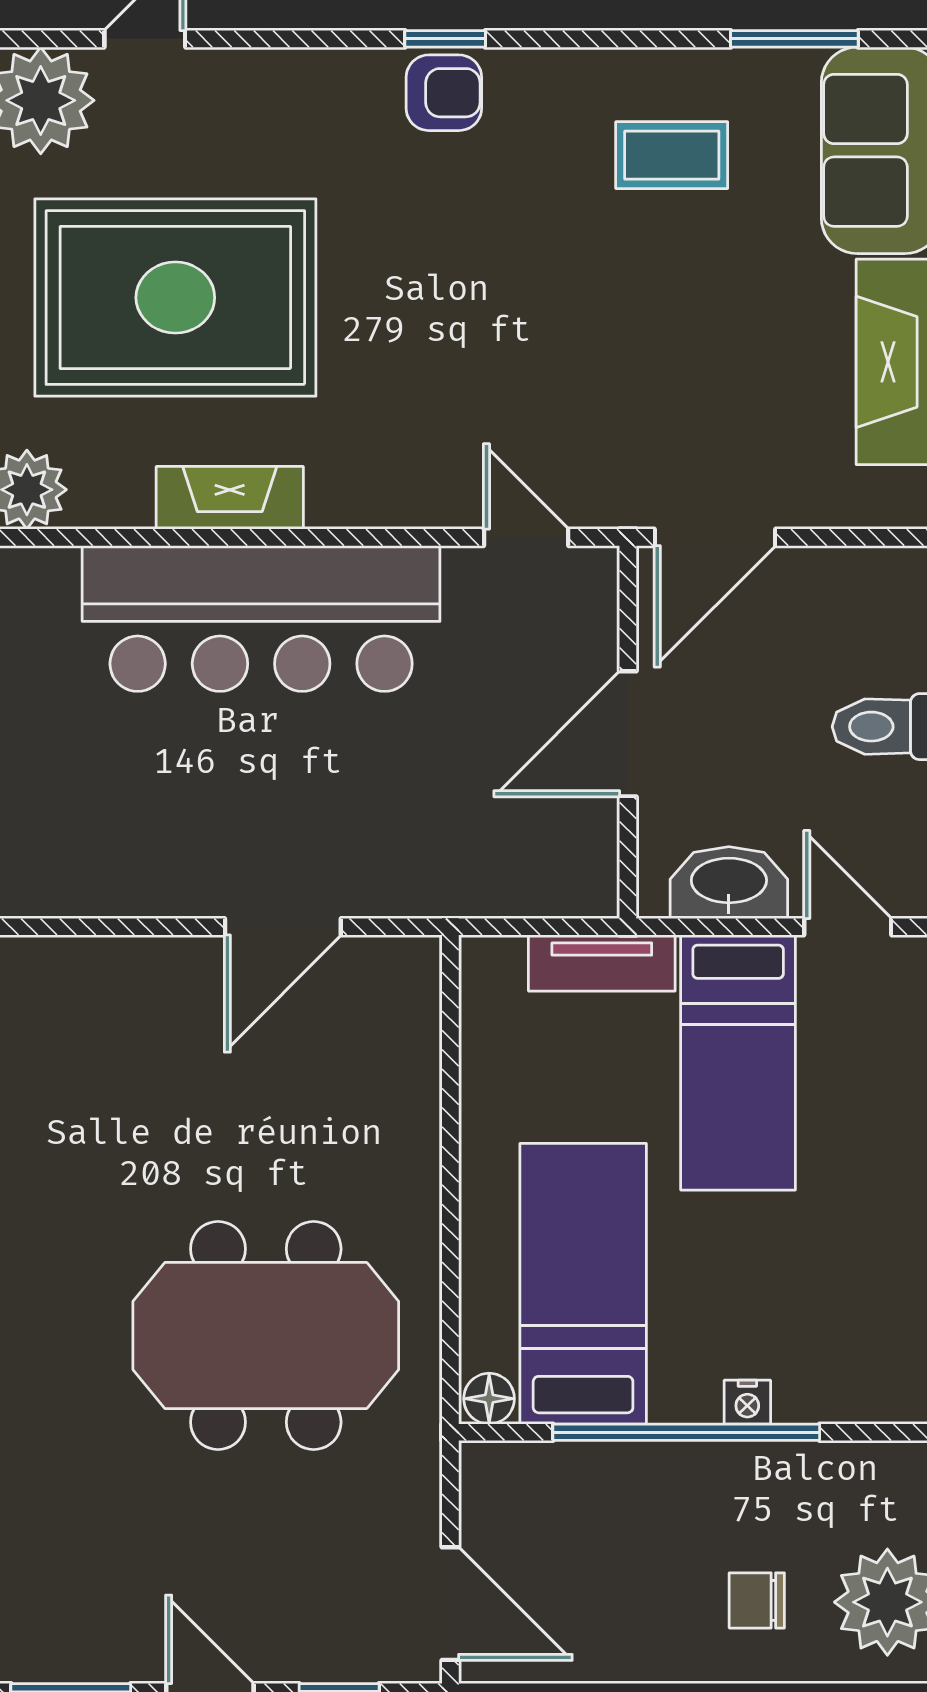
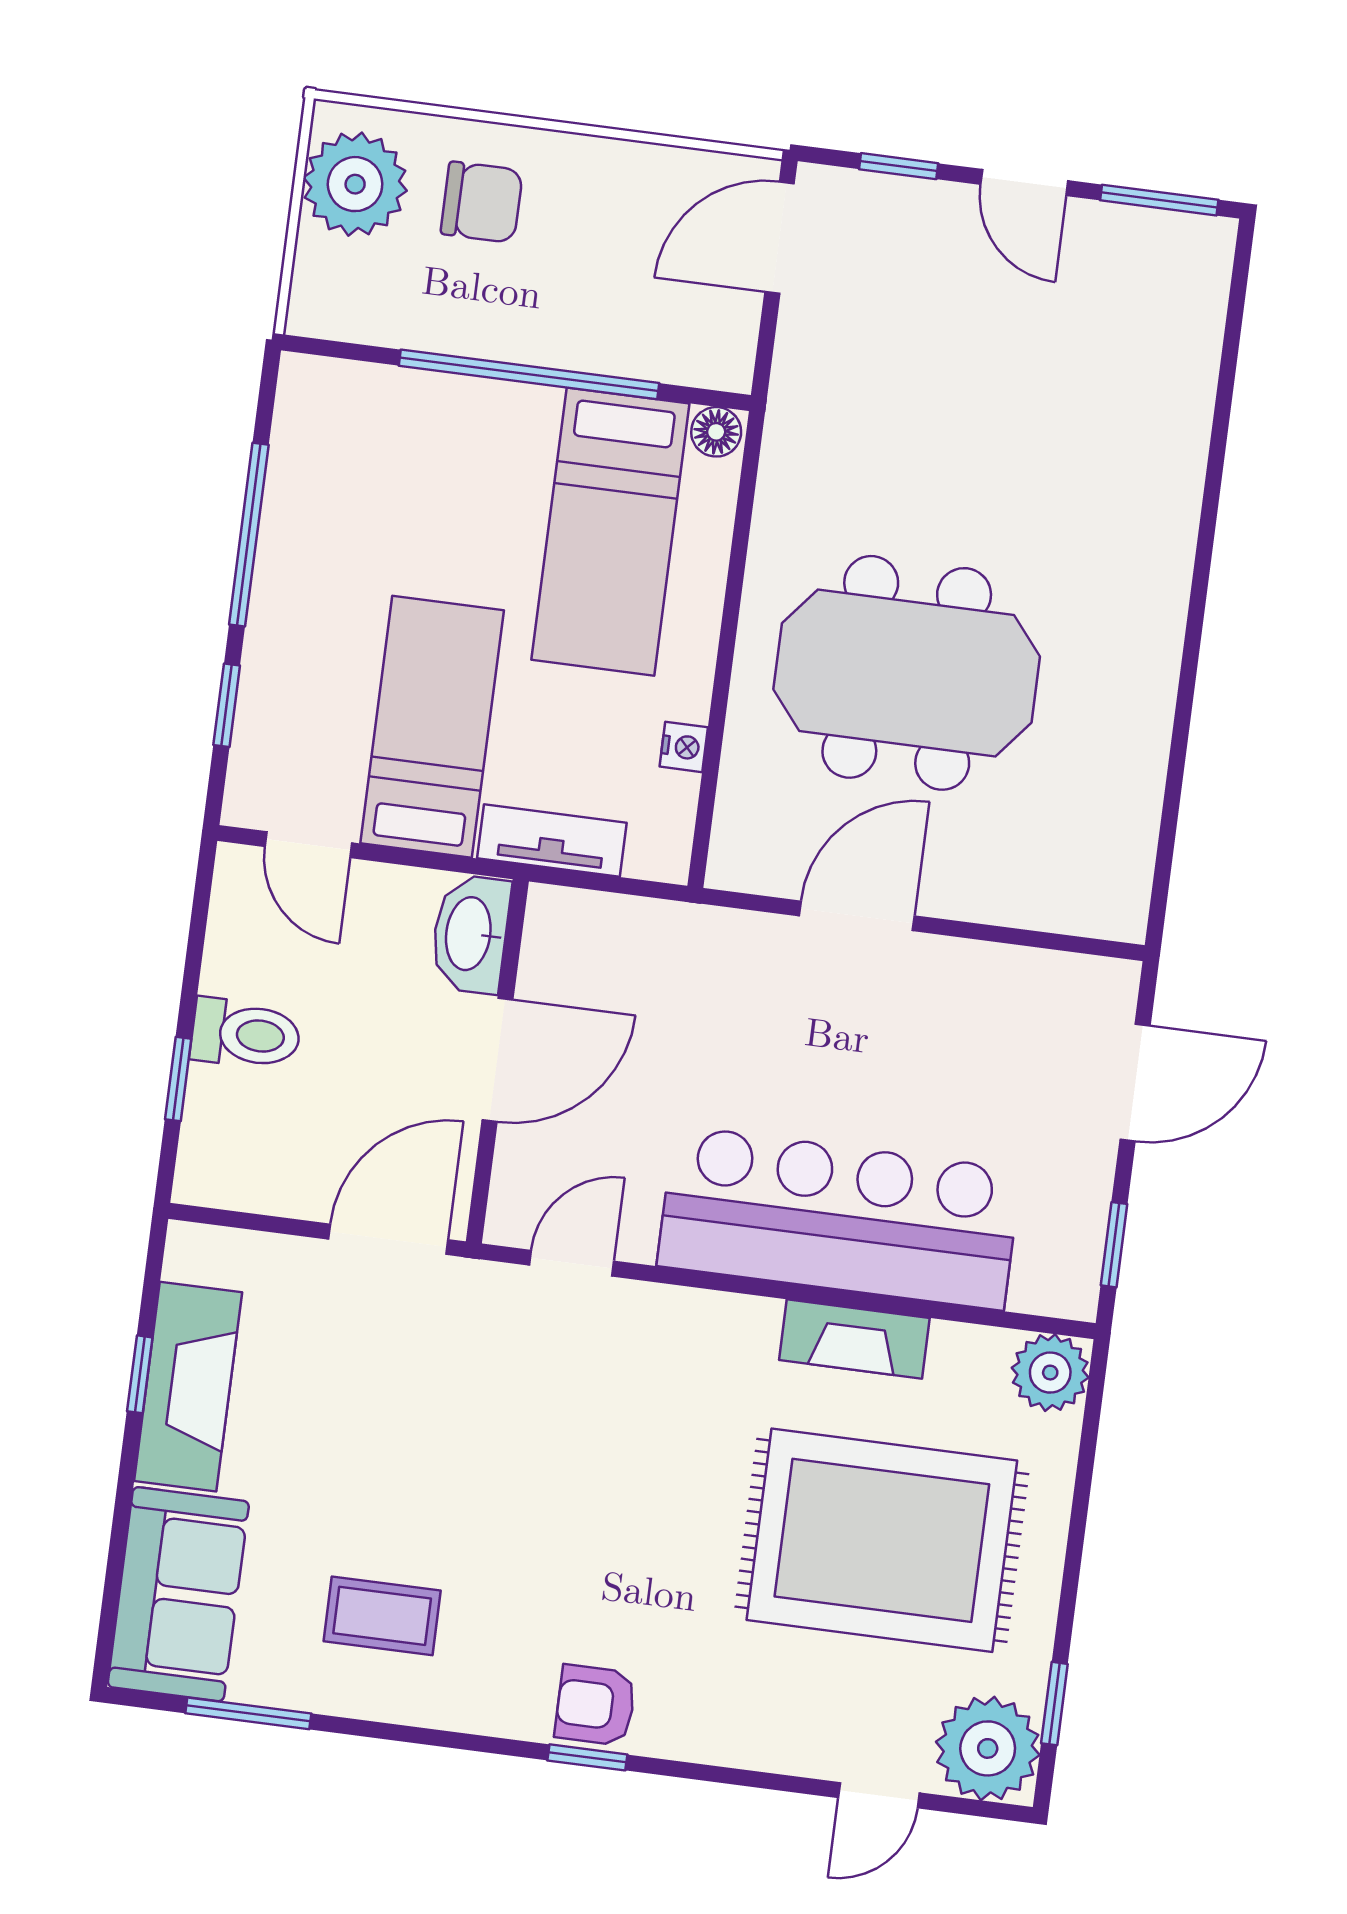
door: (526, 537) -> (572, 1263), swing flipped
washbasin: (729, 883) -> (470, 934), moved, turned 90
meeting table: (266, 1336) -> (907, 673), moved
nightstand: (747, 1402) -> (684, 747), moved, turned 90
chair: (757, 1600) -> (482, 202), width x1.37, depth x1.37
door: (450, 1604) -> (780, 238), hinge flipped

